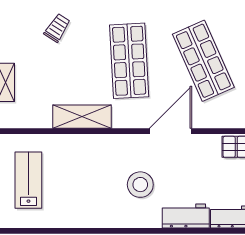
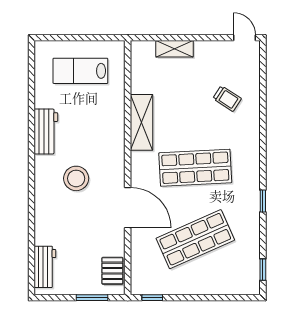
lab bench: (28, 180) -> (80, 71), turned 180
workbench: (186, 216) -> (46, 131), moved

